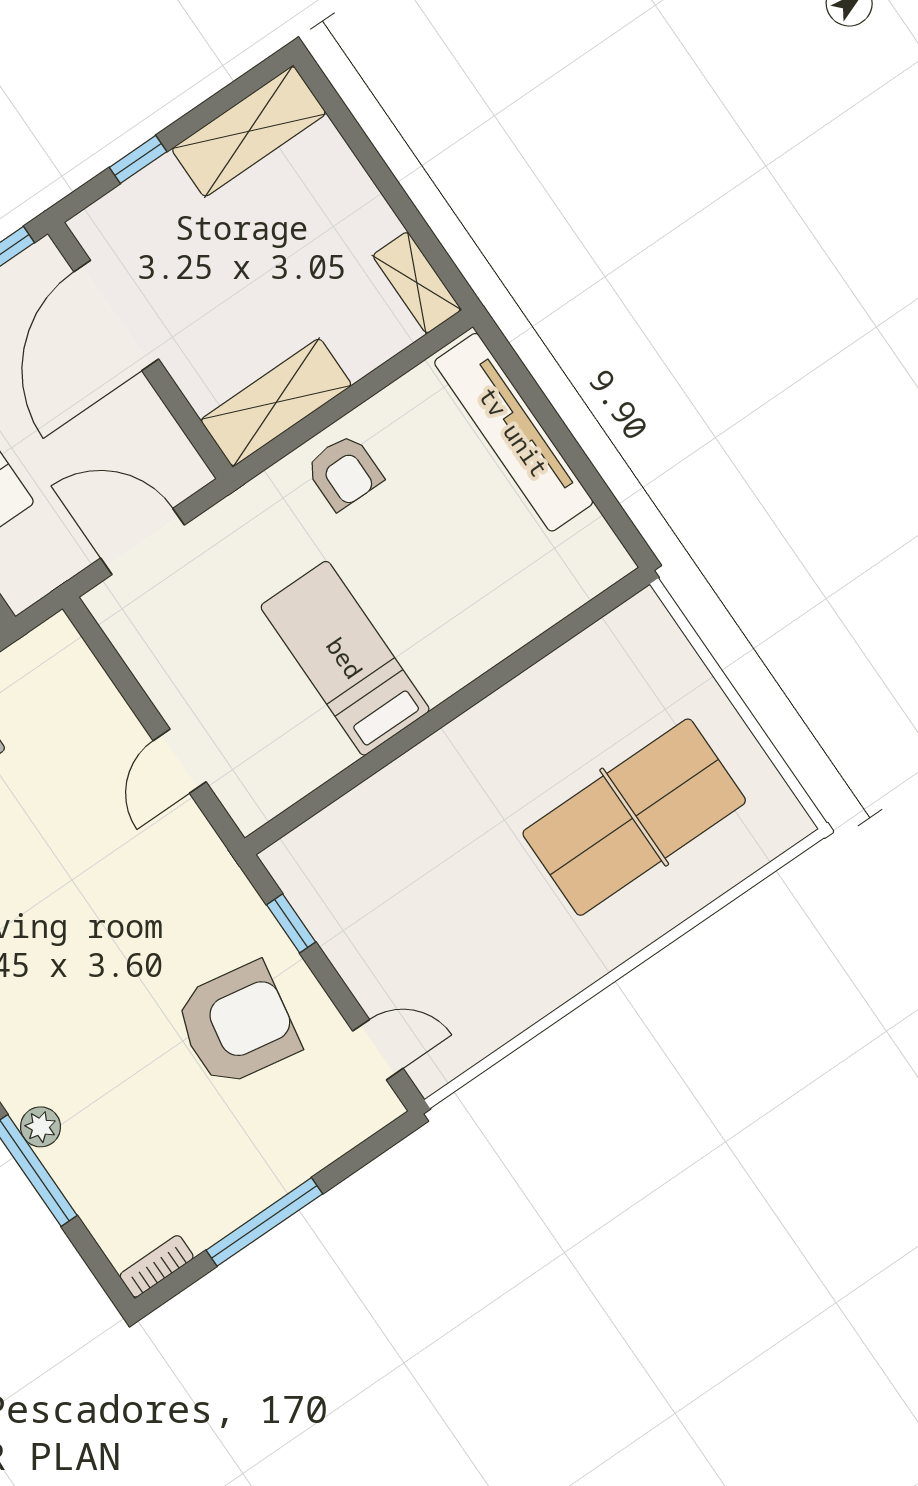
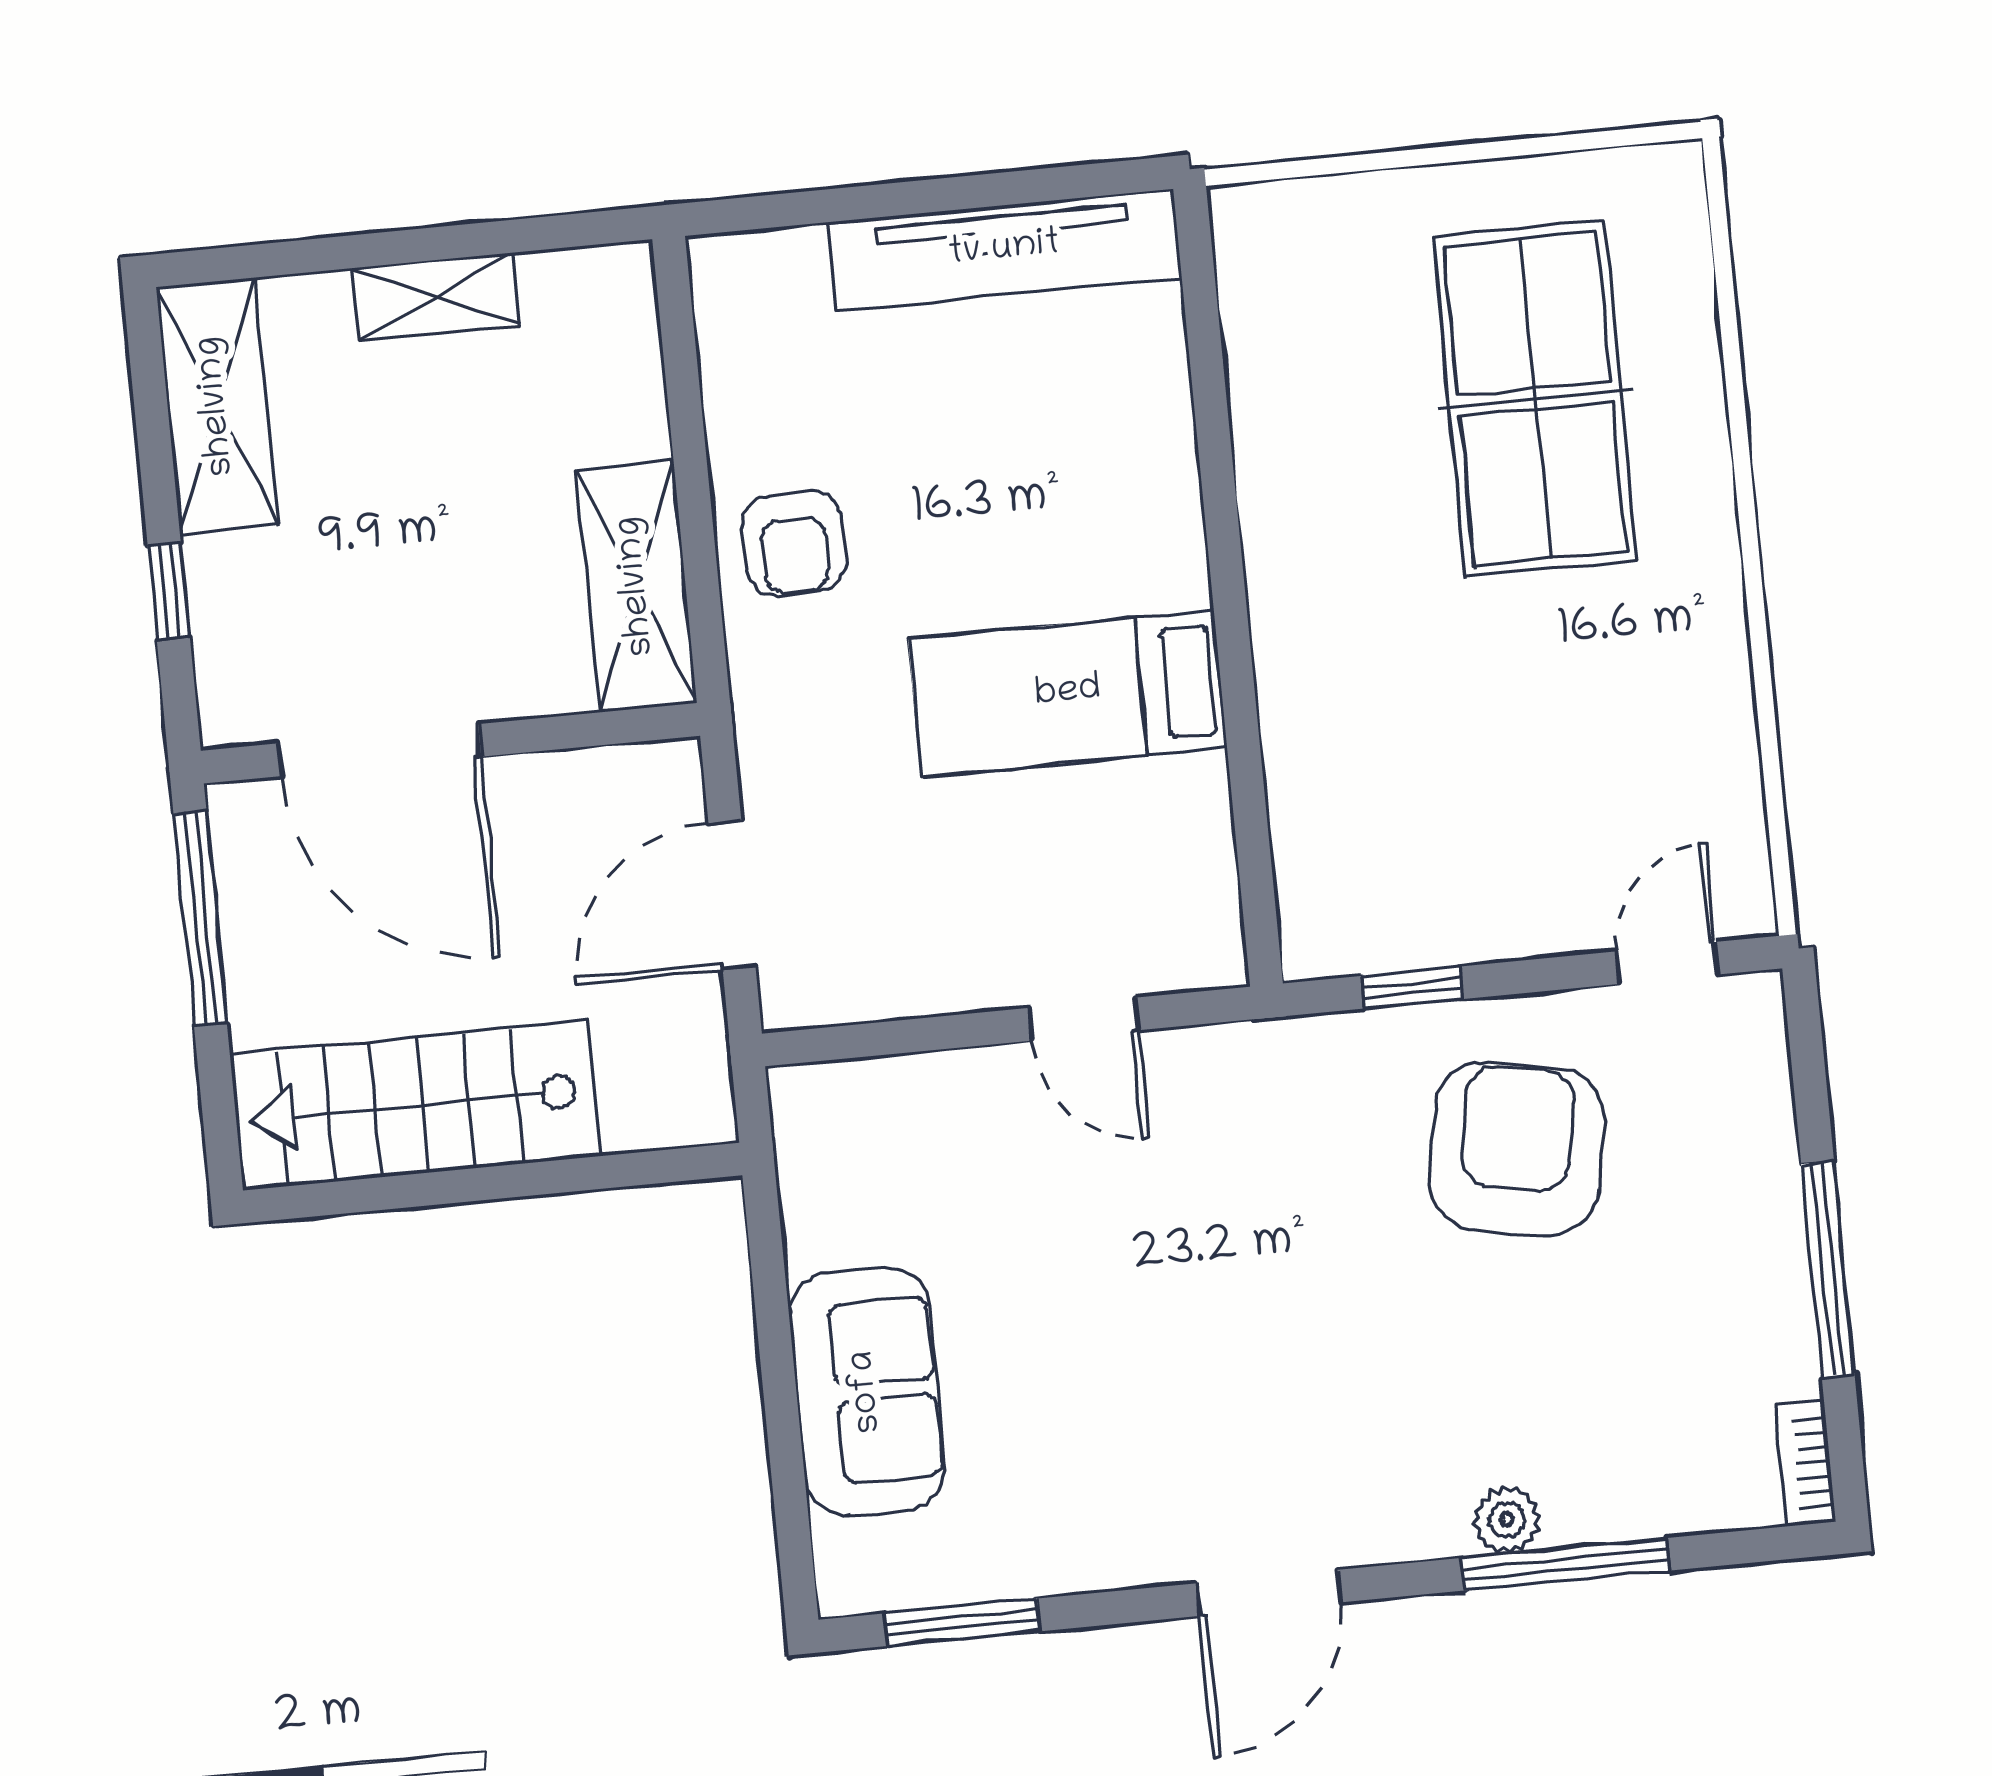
shelving: (417, 283) -> (436, 296), moved
tv unit: (514, 432) -> (1004, 250), moved
armchair: (344, 472) -> (794, 543), turned 90

